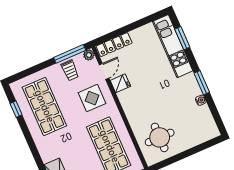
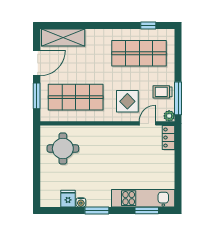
locker: (114, 45) -> (169, 138), width x0.66
door: (104, 71) -> (147, 123), swing flipped
fridge: (120, 83) -> (68, 199), moved, turned 180

